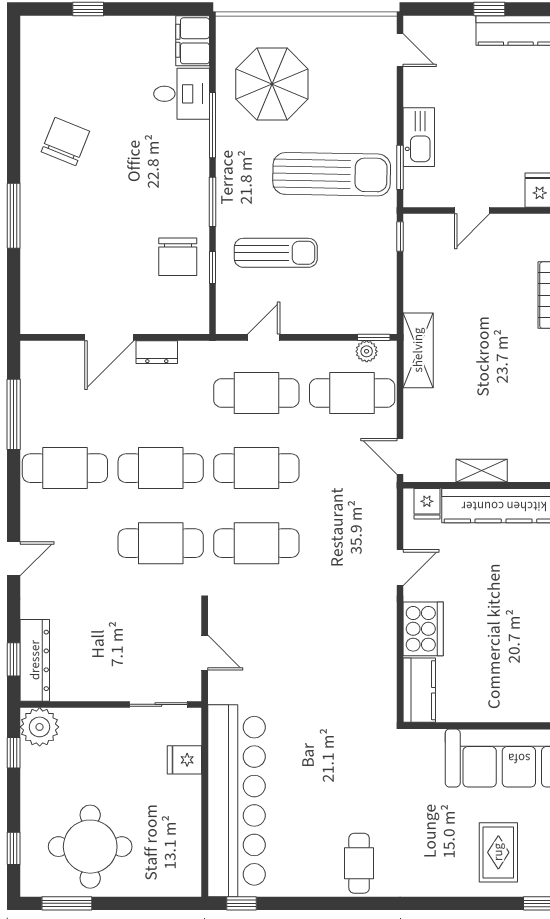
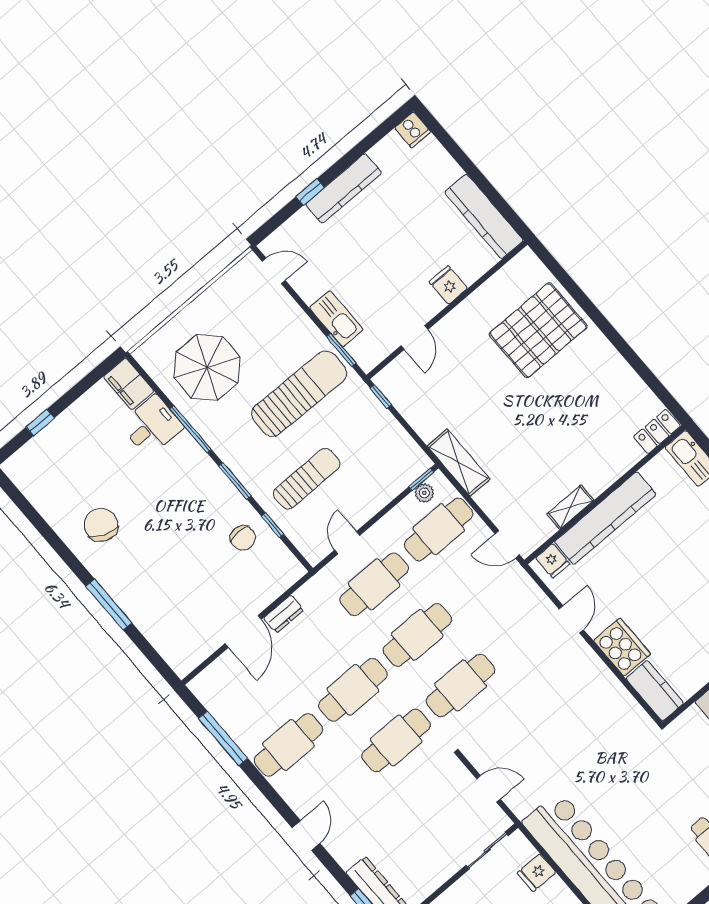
chair: (178, 257) -> (243, 538), width x0.73, depth x0.73

